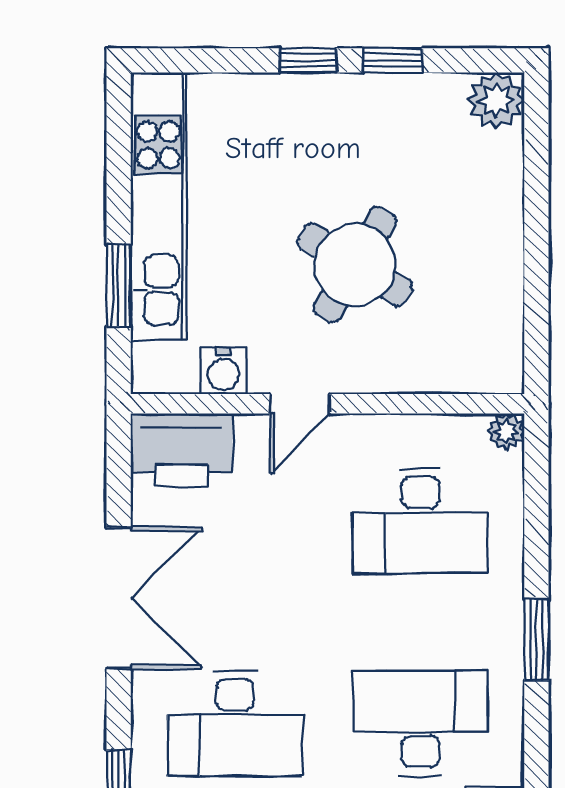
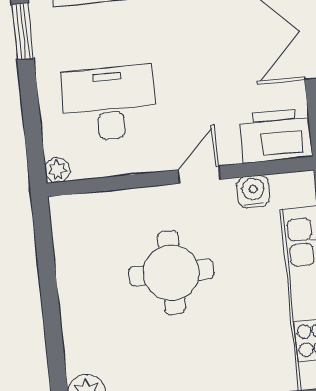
round table: (355, 264) -> (171, 273), turned -31

